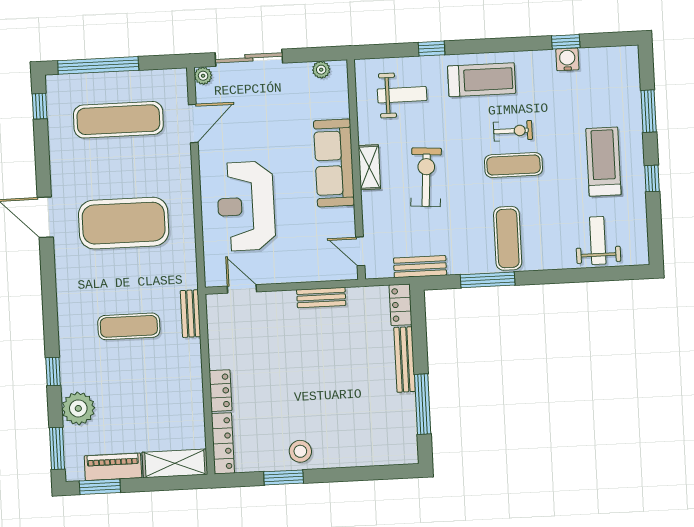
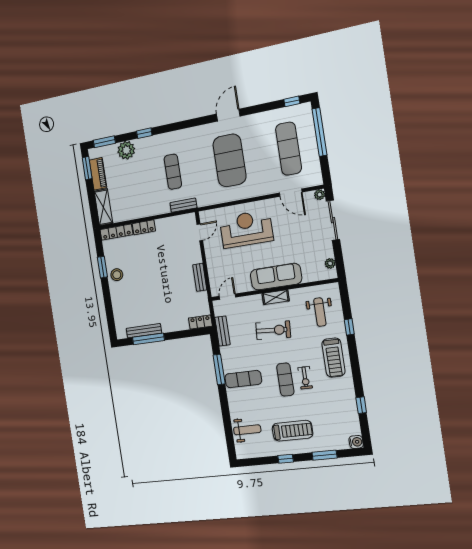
water cooler: (567, 59) -> (356, 442), moved
bench: (405, 359) -> (144, 331), moved

